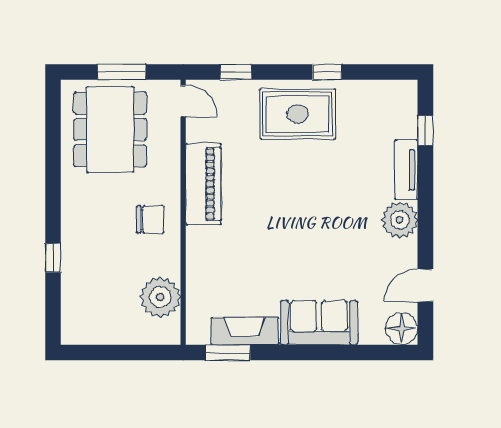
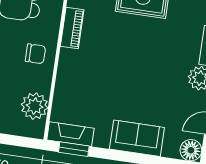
piano: (203, 184) -> (72, 28), width x0.73, depth x0.75
fireplace: (245, 331) -> (70, 134), moved

